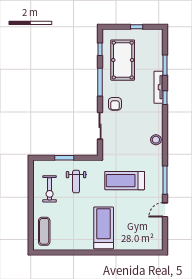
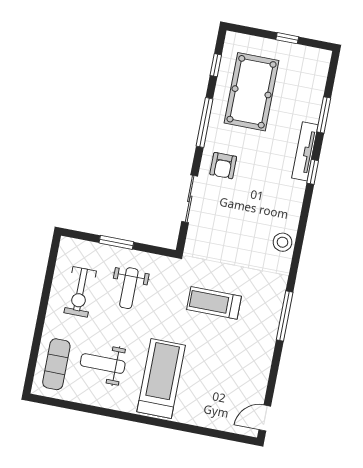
treadmill: (125, 181) -> (214, 303), width x0.73, depth x0.73
door: (165, 210) -> (265, 418), moved
weight bench: (70, 226) -> (103, 364), added

